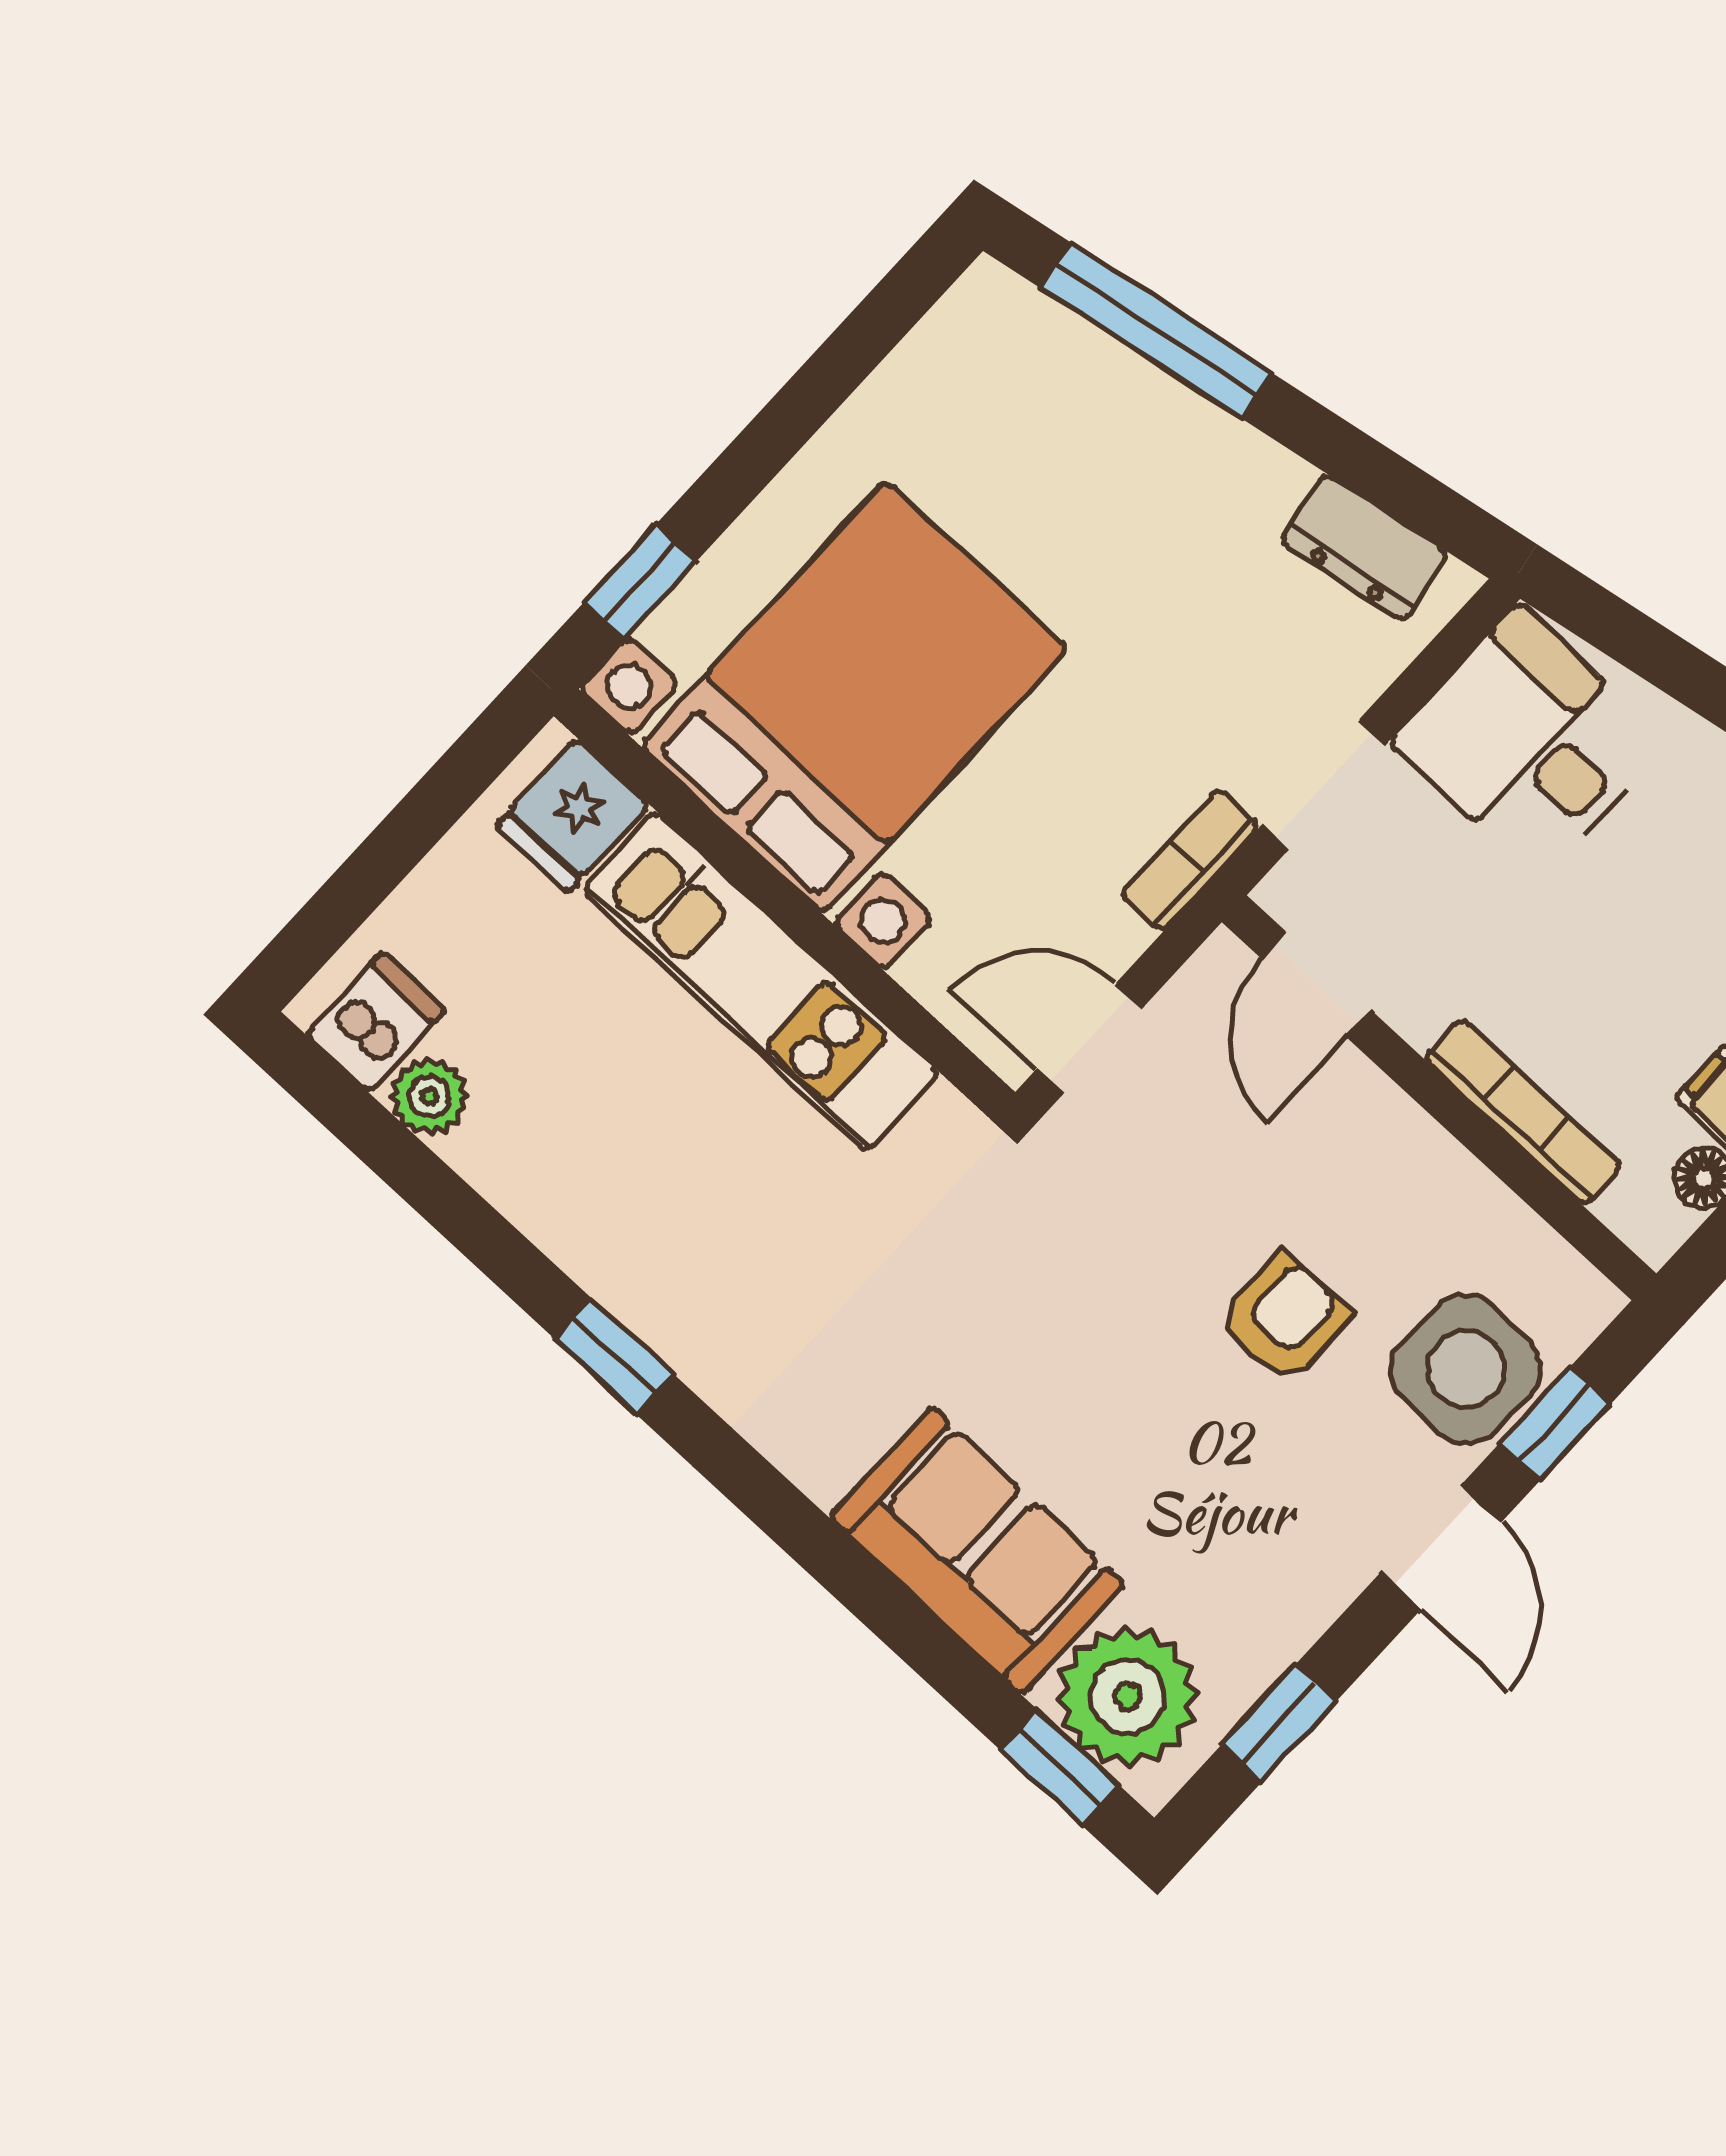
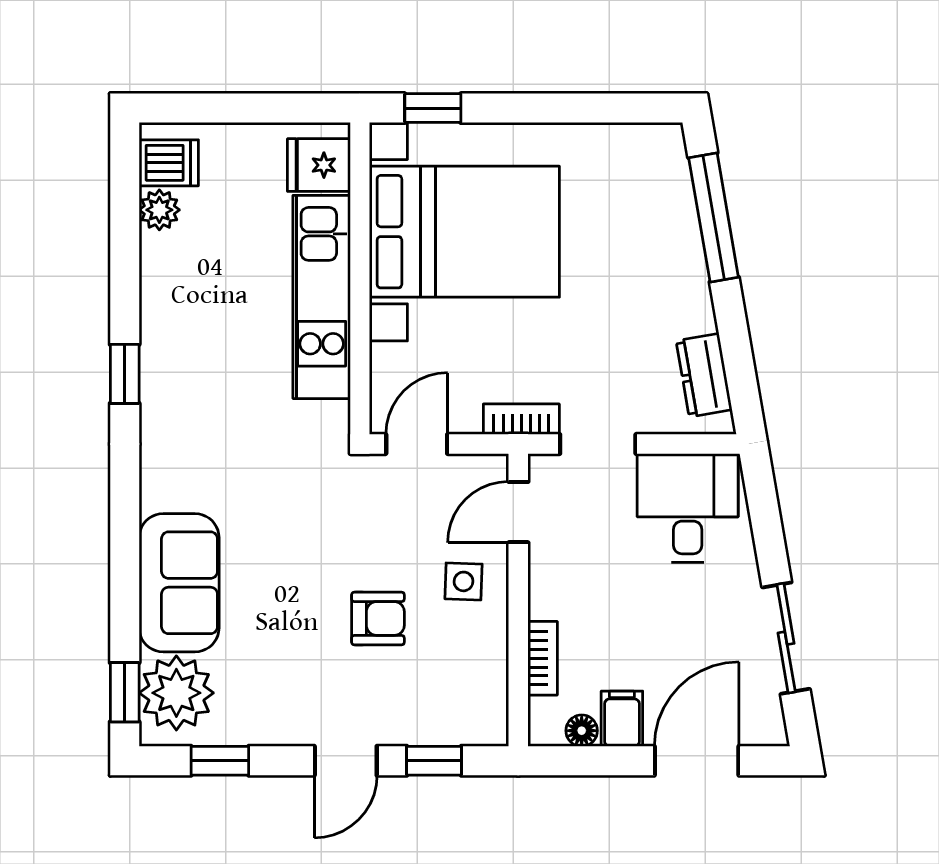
door: (1090, 1038) -> (417, 444), hinge flipped
bookcase: (1523, 1112) -> (543, 658), width x0.64
side table: (1466, 1369) -> (464, 581), moved, width x0.54, depth x0.54

